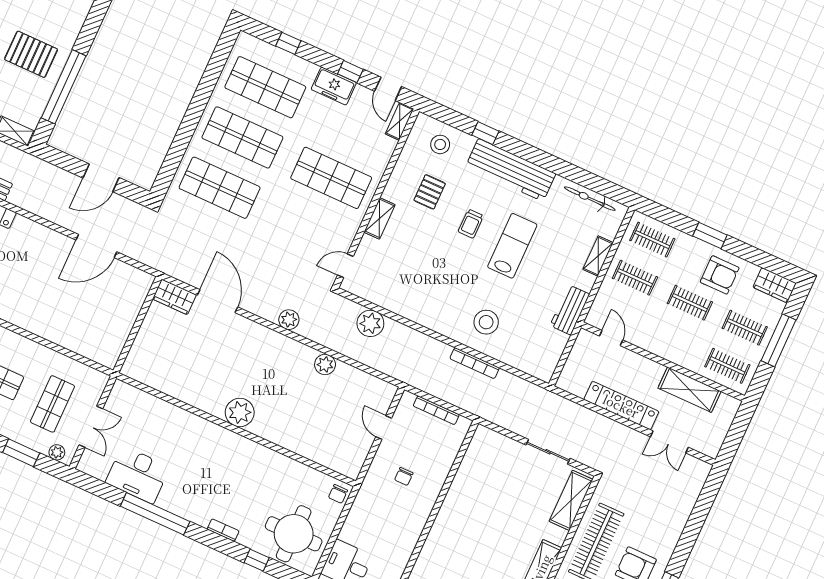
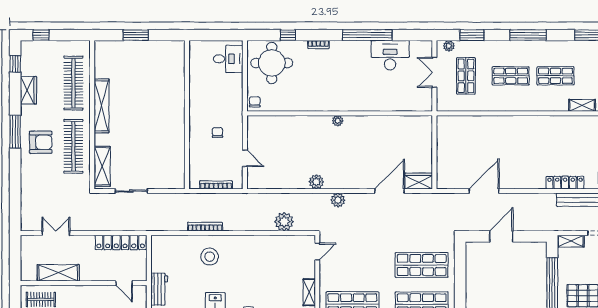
door: (217, 301) -> (390, 191), swing flipped
plant: (325, 364) -> (316, 182), moved
locker: (621, 406) -> (121, 243), moved
plant: (240, 413) -> (338, 121), width x0.53, depth x0.53

